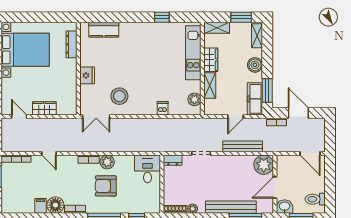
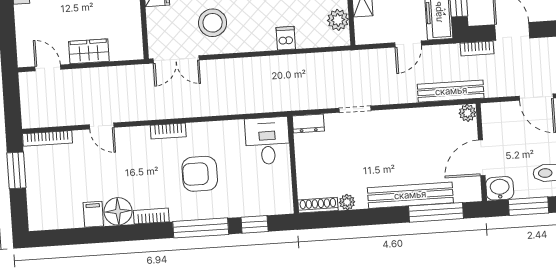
bench: (243, 146) -> (451, 91), moved
plant: (107, 162) -> (199, 134), removed
plant: (264, 165) -> (467, 113), width x0.53, depth x0.53

